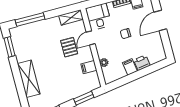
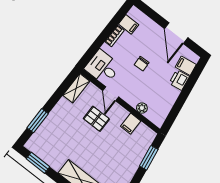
window: (30, 19) -> (38, 121), width x0.69
door: (160, 21) -> (176, 33), moved
filing cabinet: (130, 67) -> (186, 66), moved

